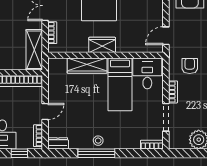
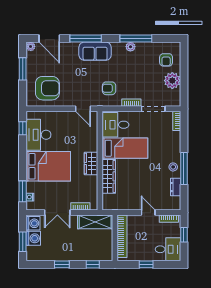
dresser: (58, 143) -> (176, 187), moved

